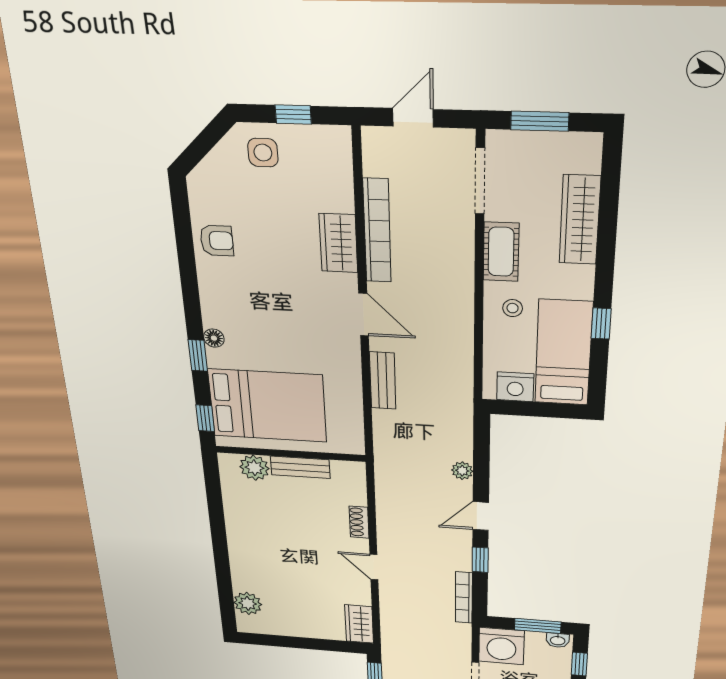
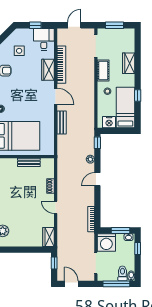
side table: (263, 153) -> (19, 51), moved
desk: (322, 157) -> (44, 39), added
wardrobe: (580, 220) -> (129, 63), width x0.67
plant: (254, 468) -> (11, 164), removed
window: (480, 560) -> (97, 143), moved

